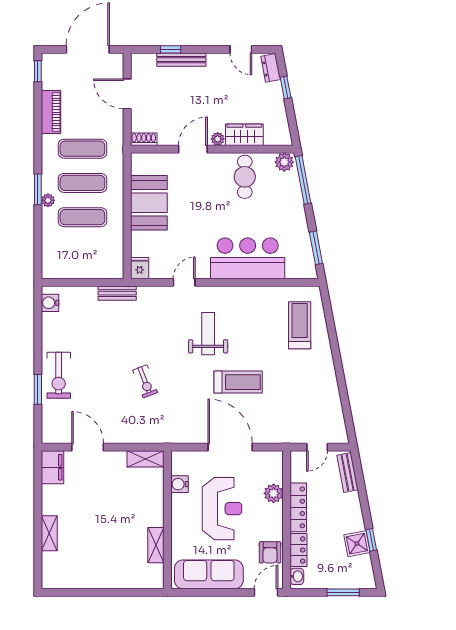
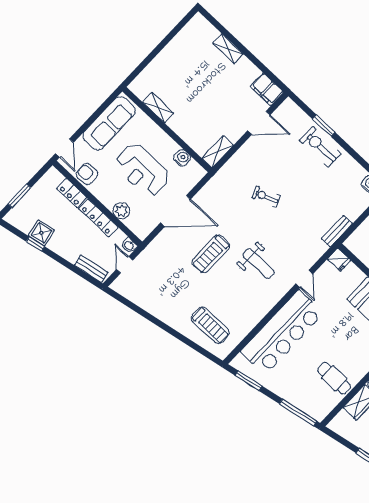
plant: (284, 162) -> (320, 411), removed
bar counter: (248, 258) -> (282, 332), width x1.36
washbasin: (297, 576) -> (129, 245), moved

